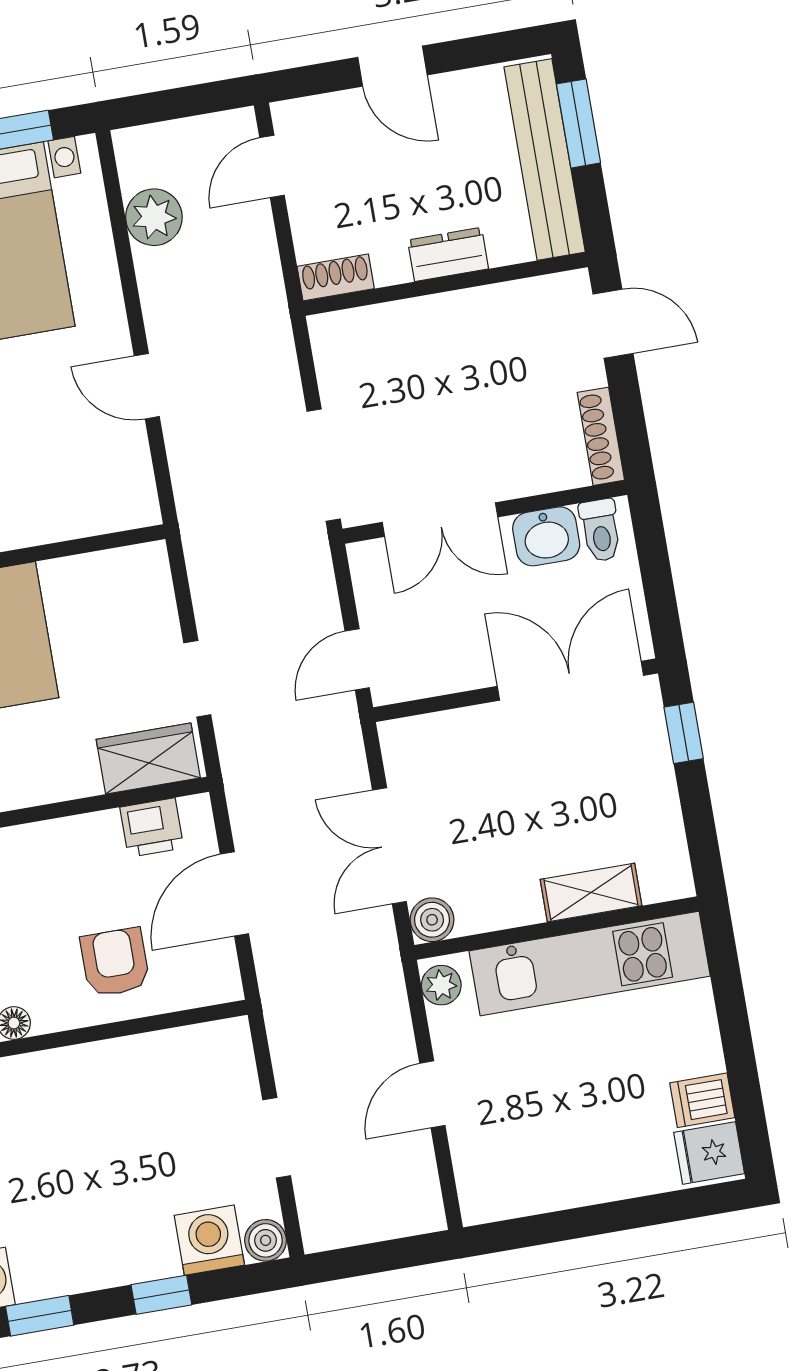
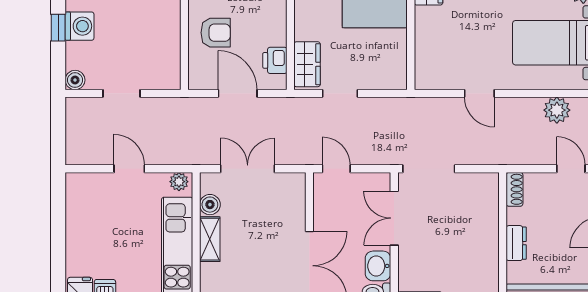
door: (147, 386) -> (479, 93), swing flipped
shelving: (591, 893) -> (210, 239), moved
boiler: (432, 920) -> (210, 205), moved
washing machine: (209, 1240) -> (80, 26), moved

